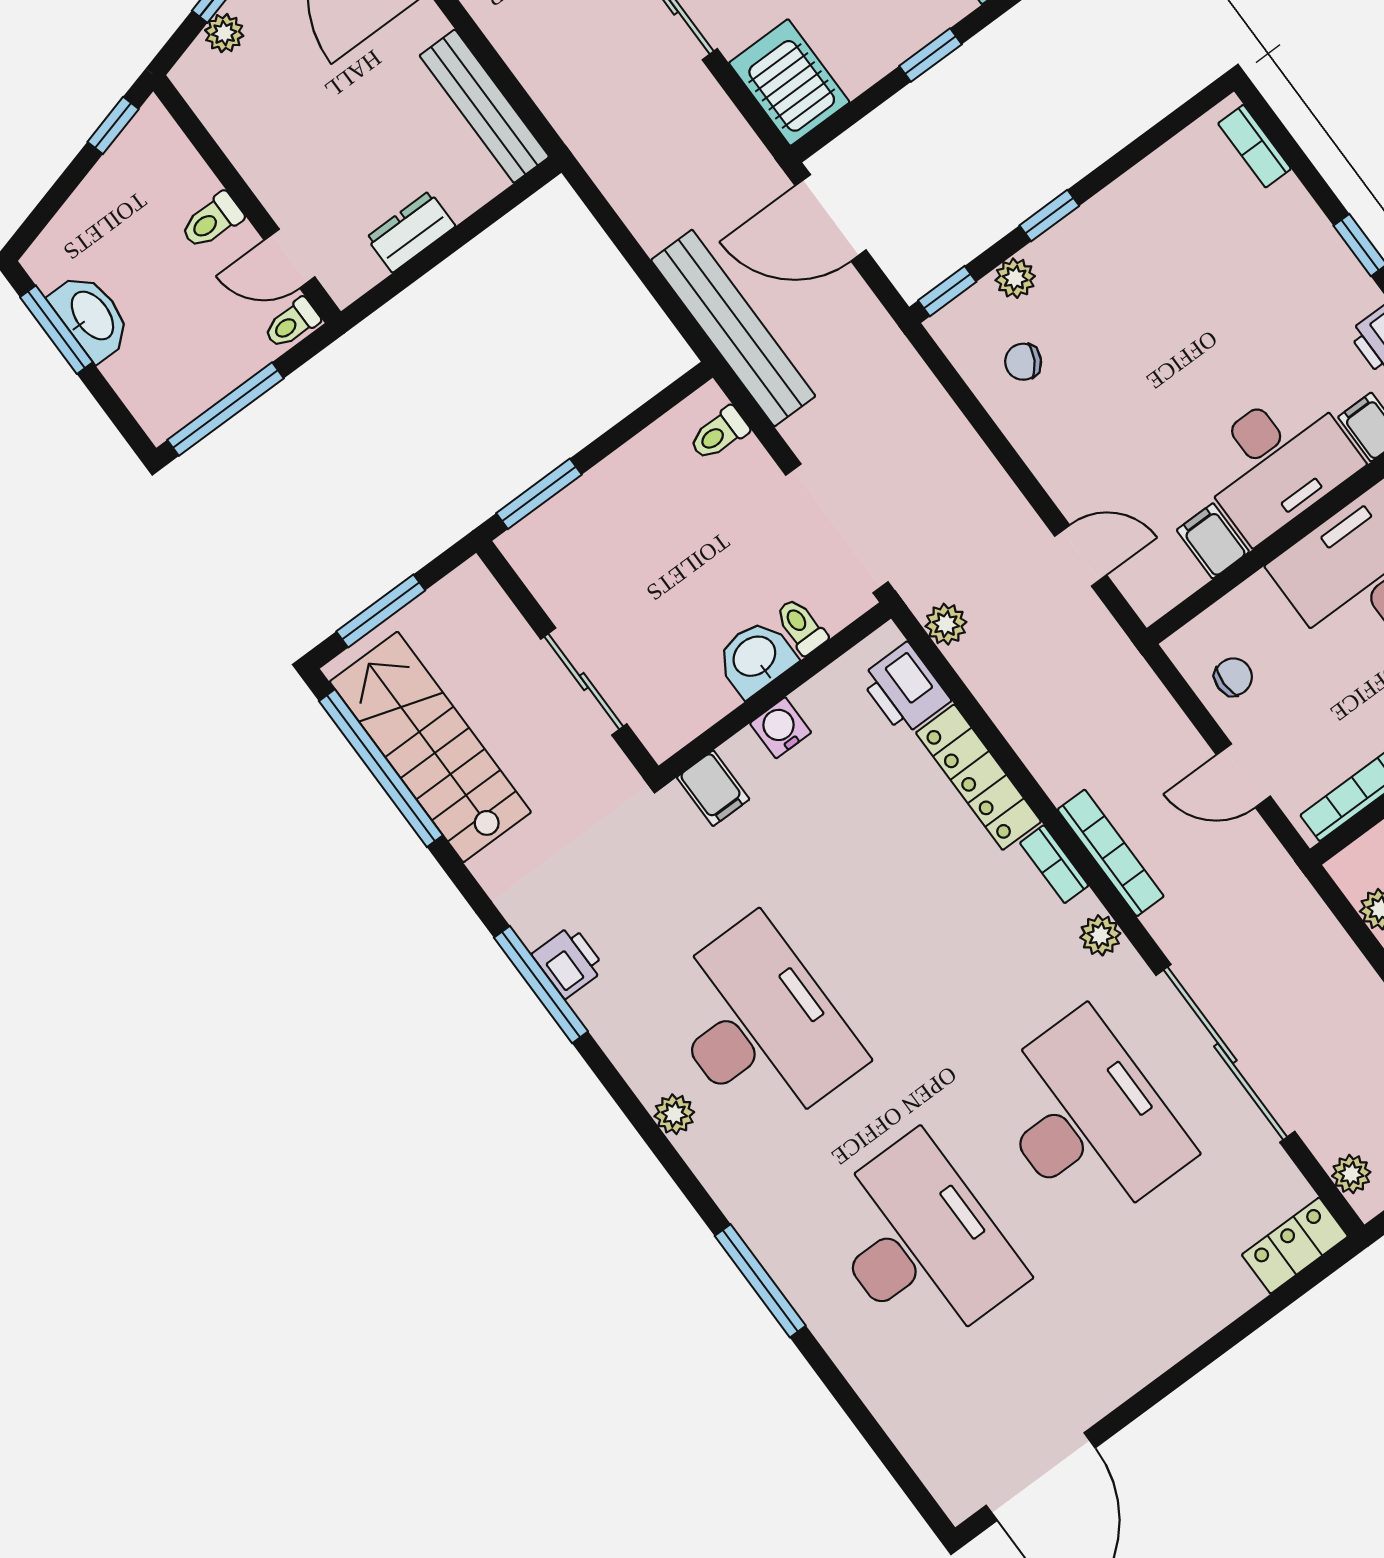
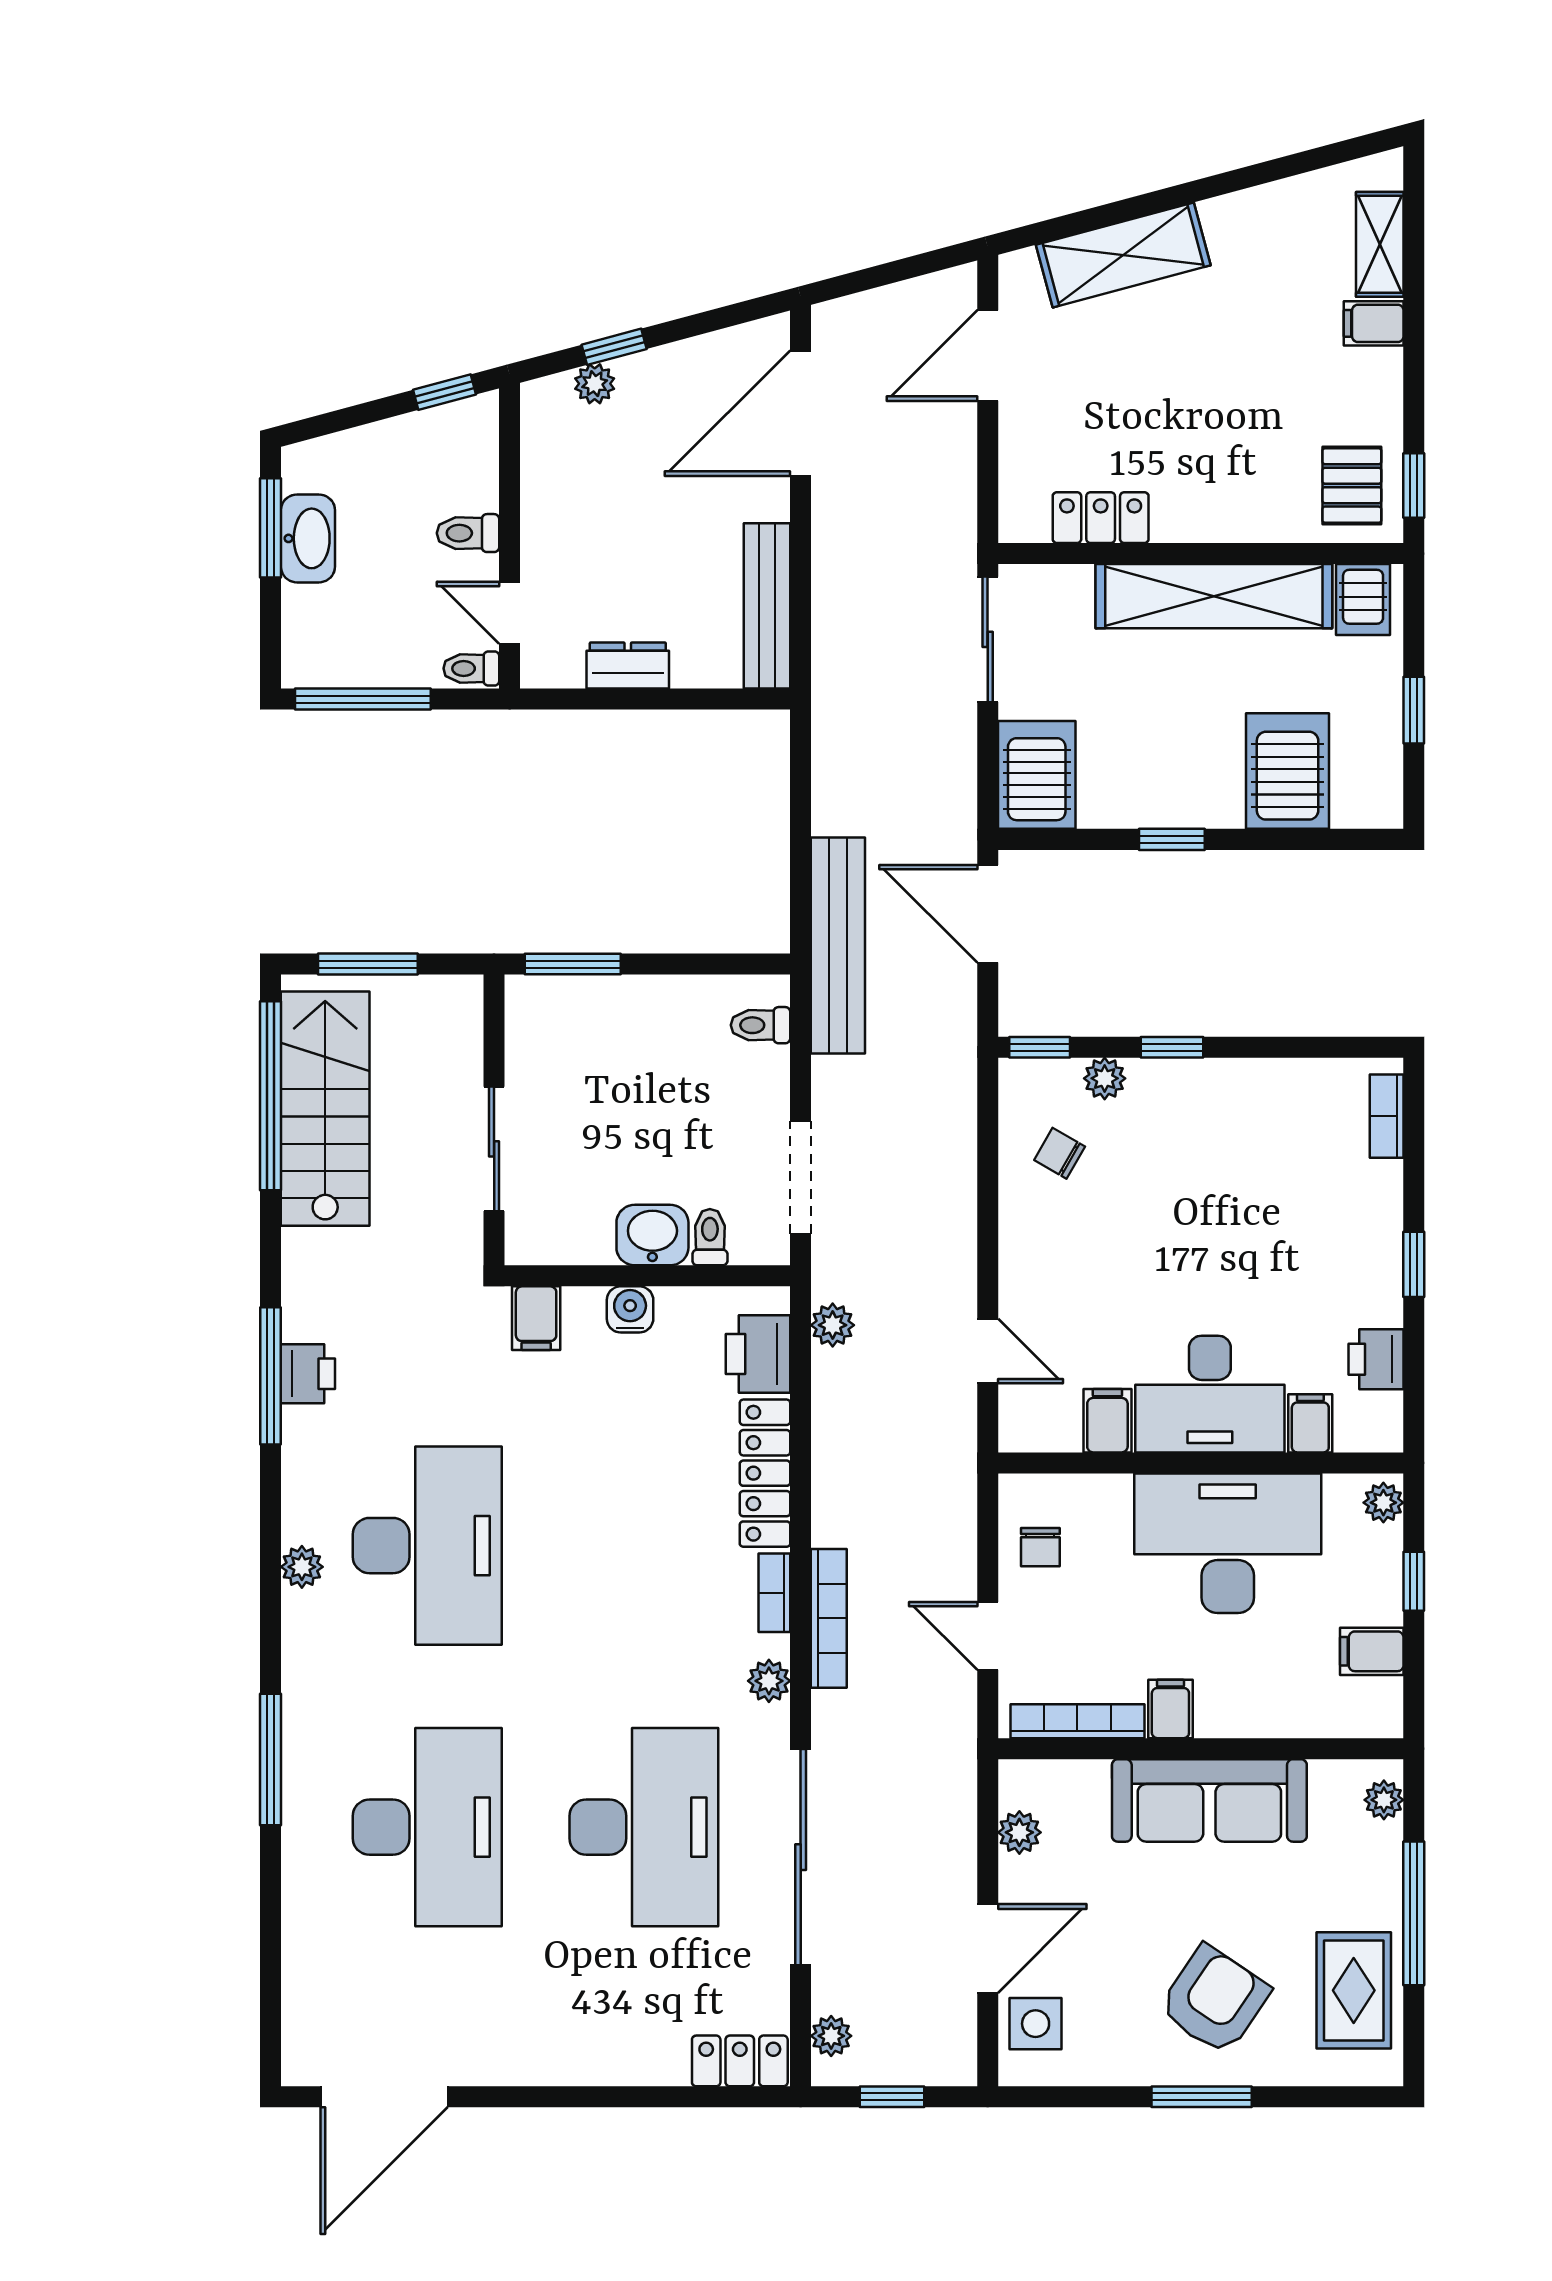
doorway: (837, 528) -> (801, 1177), width x0.73
chair: (1233, 677) -> (1040, 1547), turned 90

